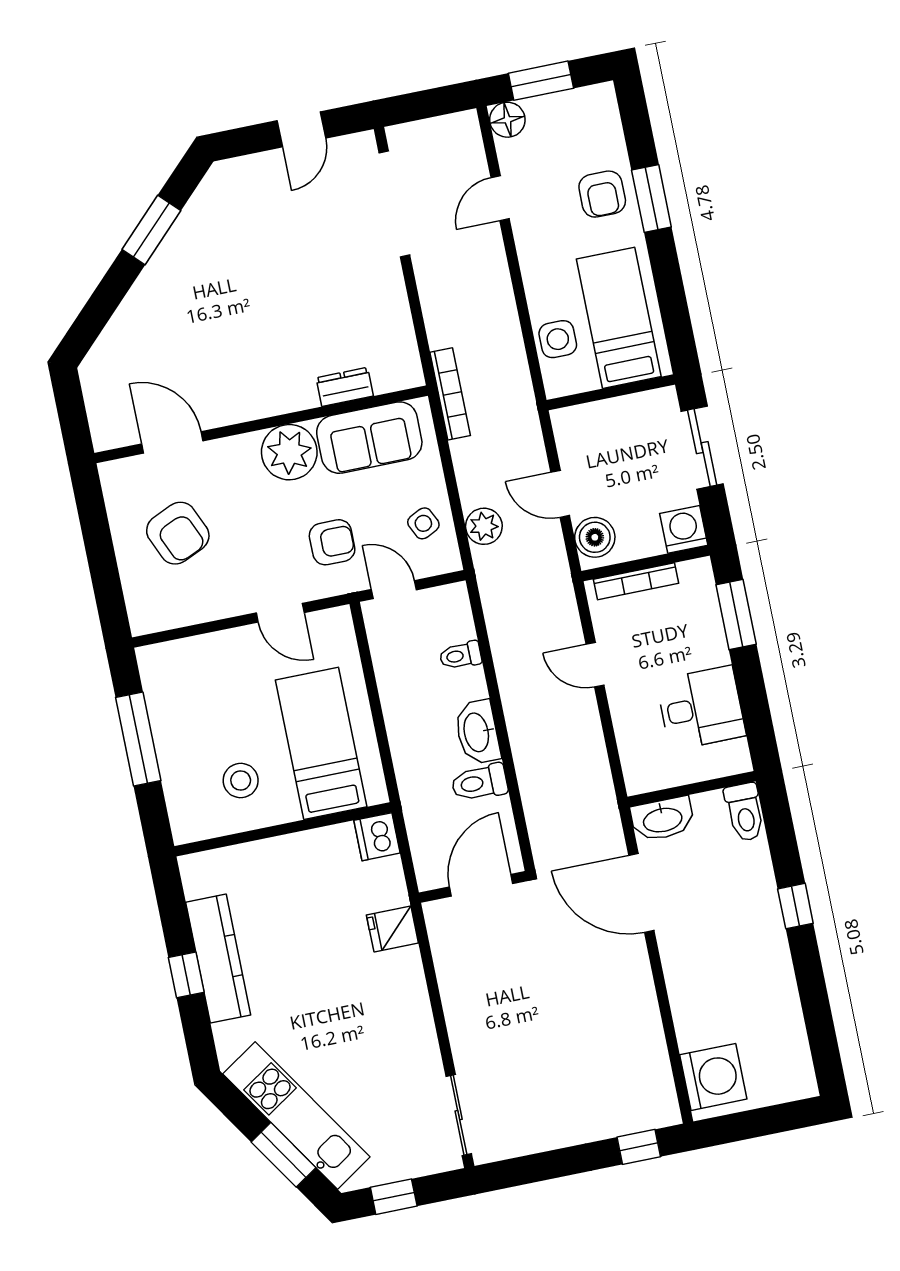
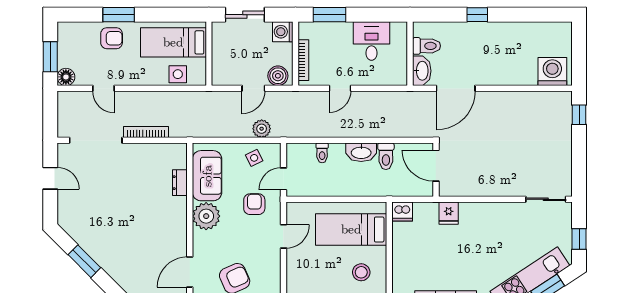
bookcase: (450, 394) -> (146, 132), moved
toilet: (745, 812) -> (427, 46), moved

